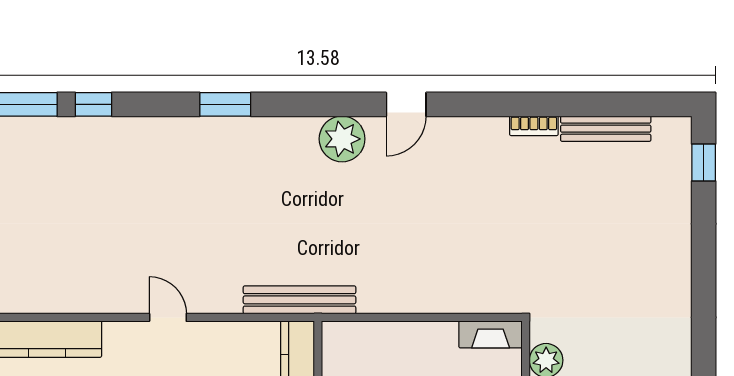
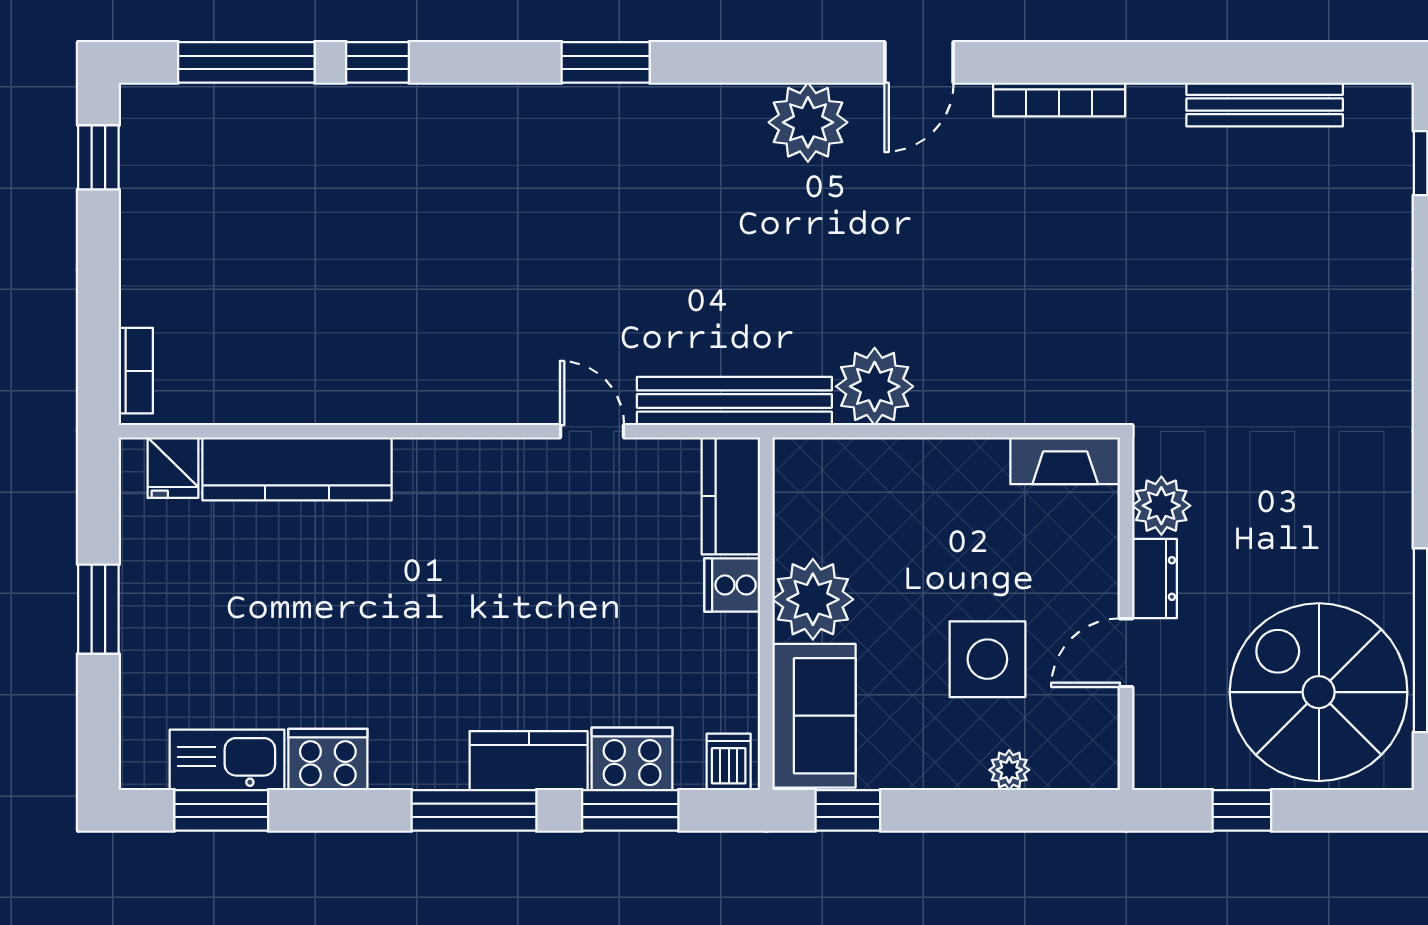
bookcase: (534, 126) -> (1059, 100), moved, width x1.56
plant: (380, 291) -> (875, 386), added
door: (168, 317) -> (592, 431), moved

